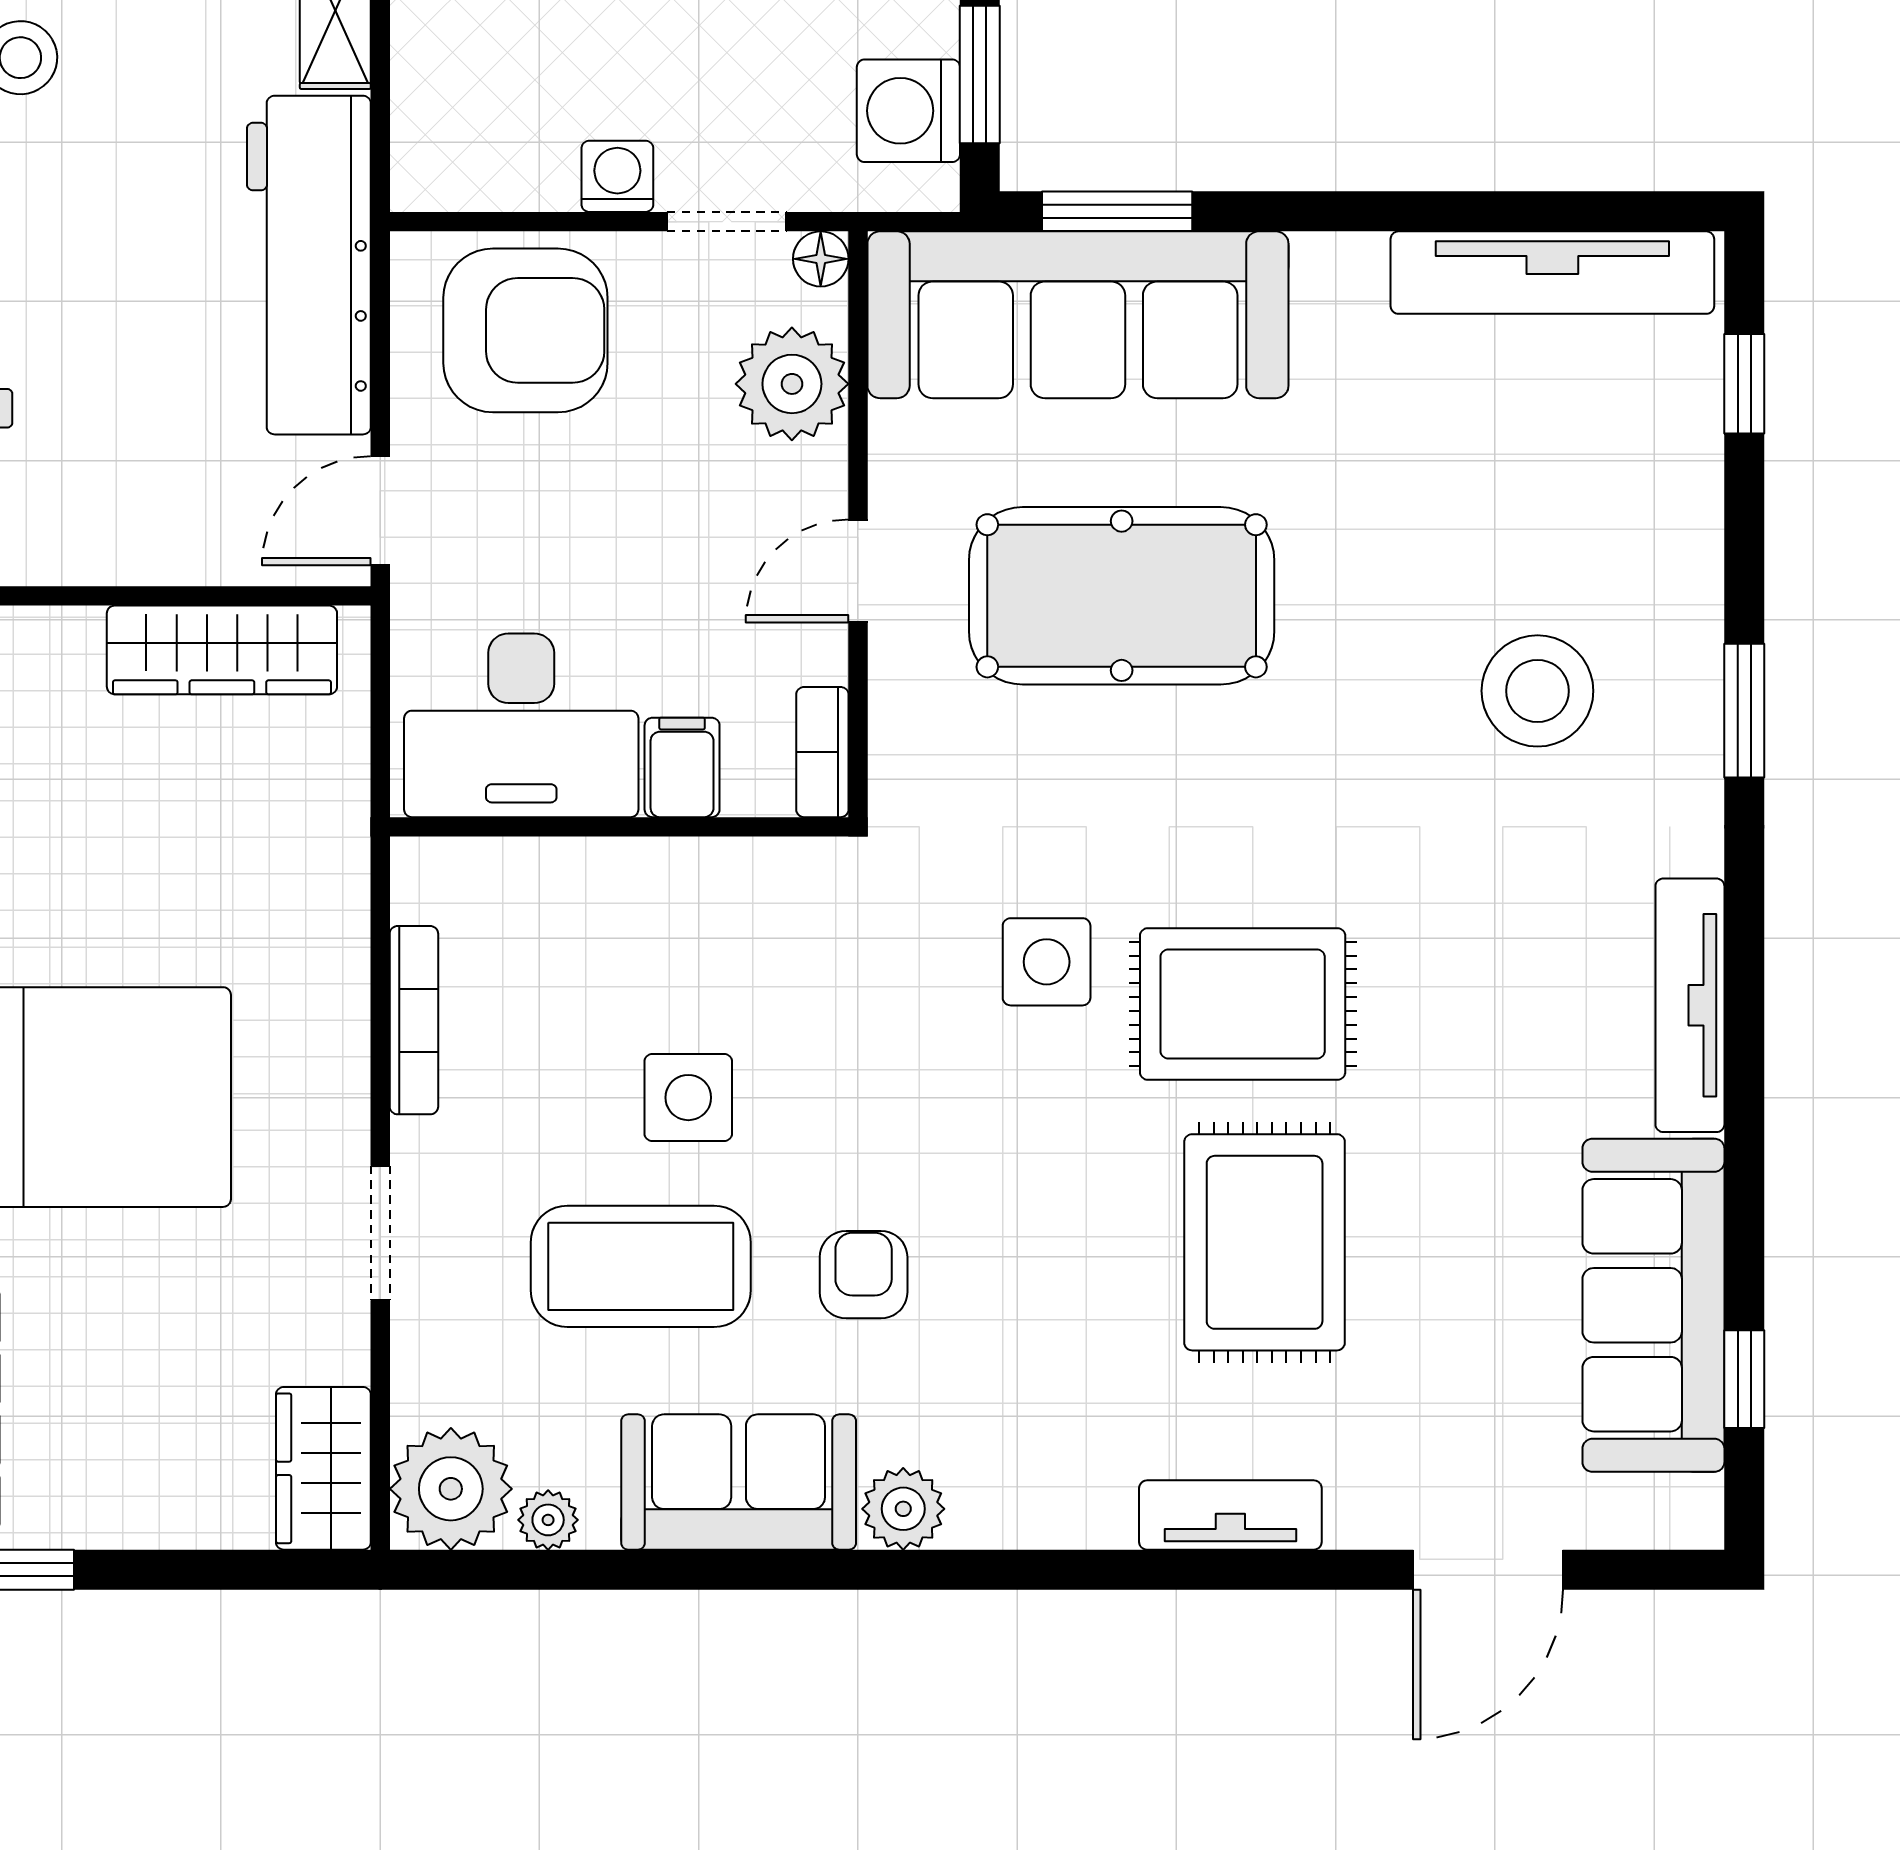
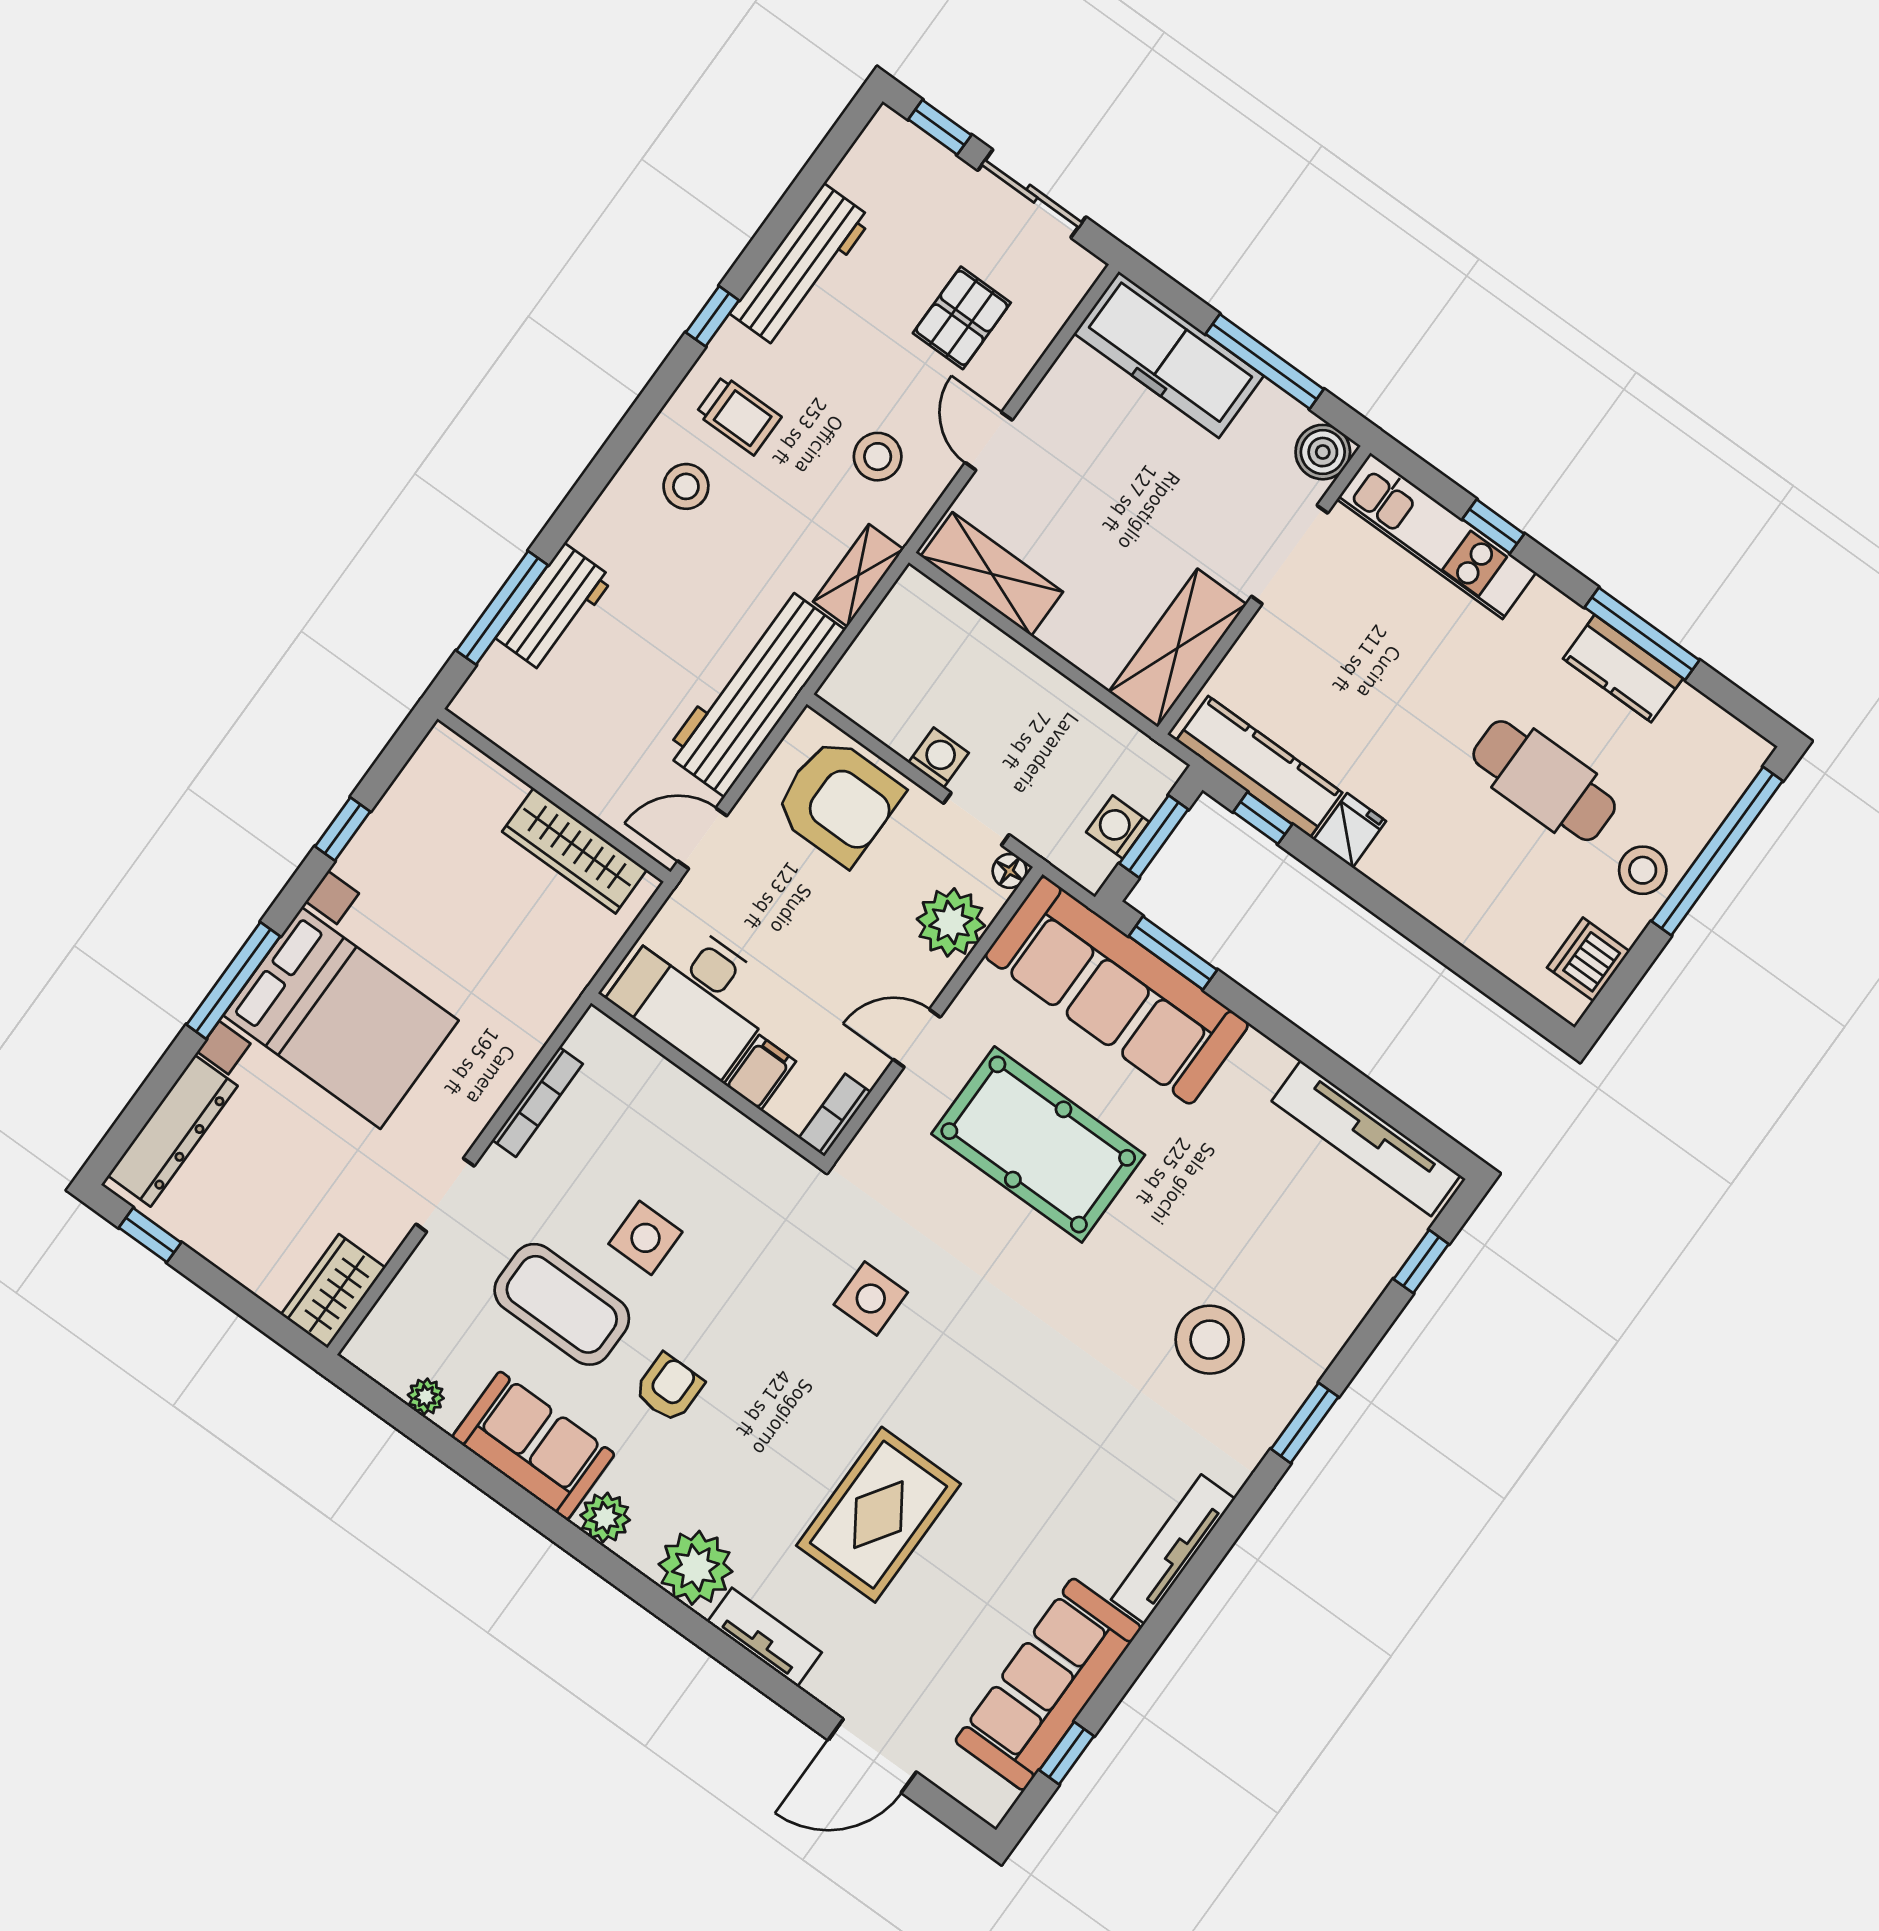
washing machine: (908, 111) -> (1118, 827), width x0.73, depth x0.73
rug: (1243, 1004) -> (953, 1389), removed
plant: (451, 1489) -> (696, 1568), moved

